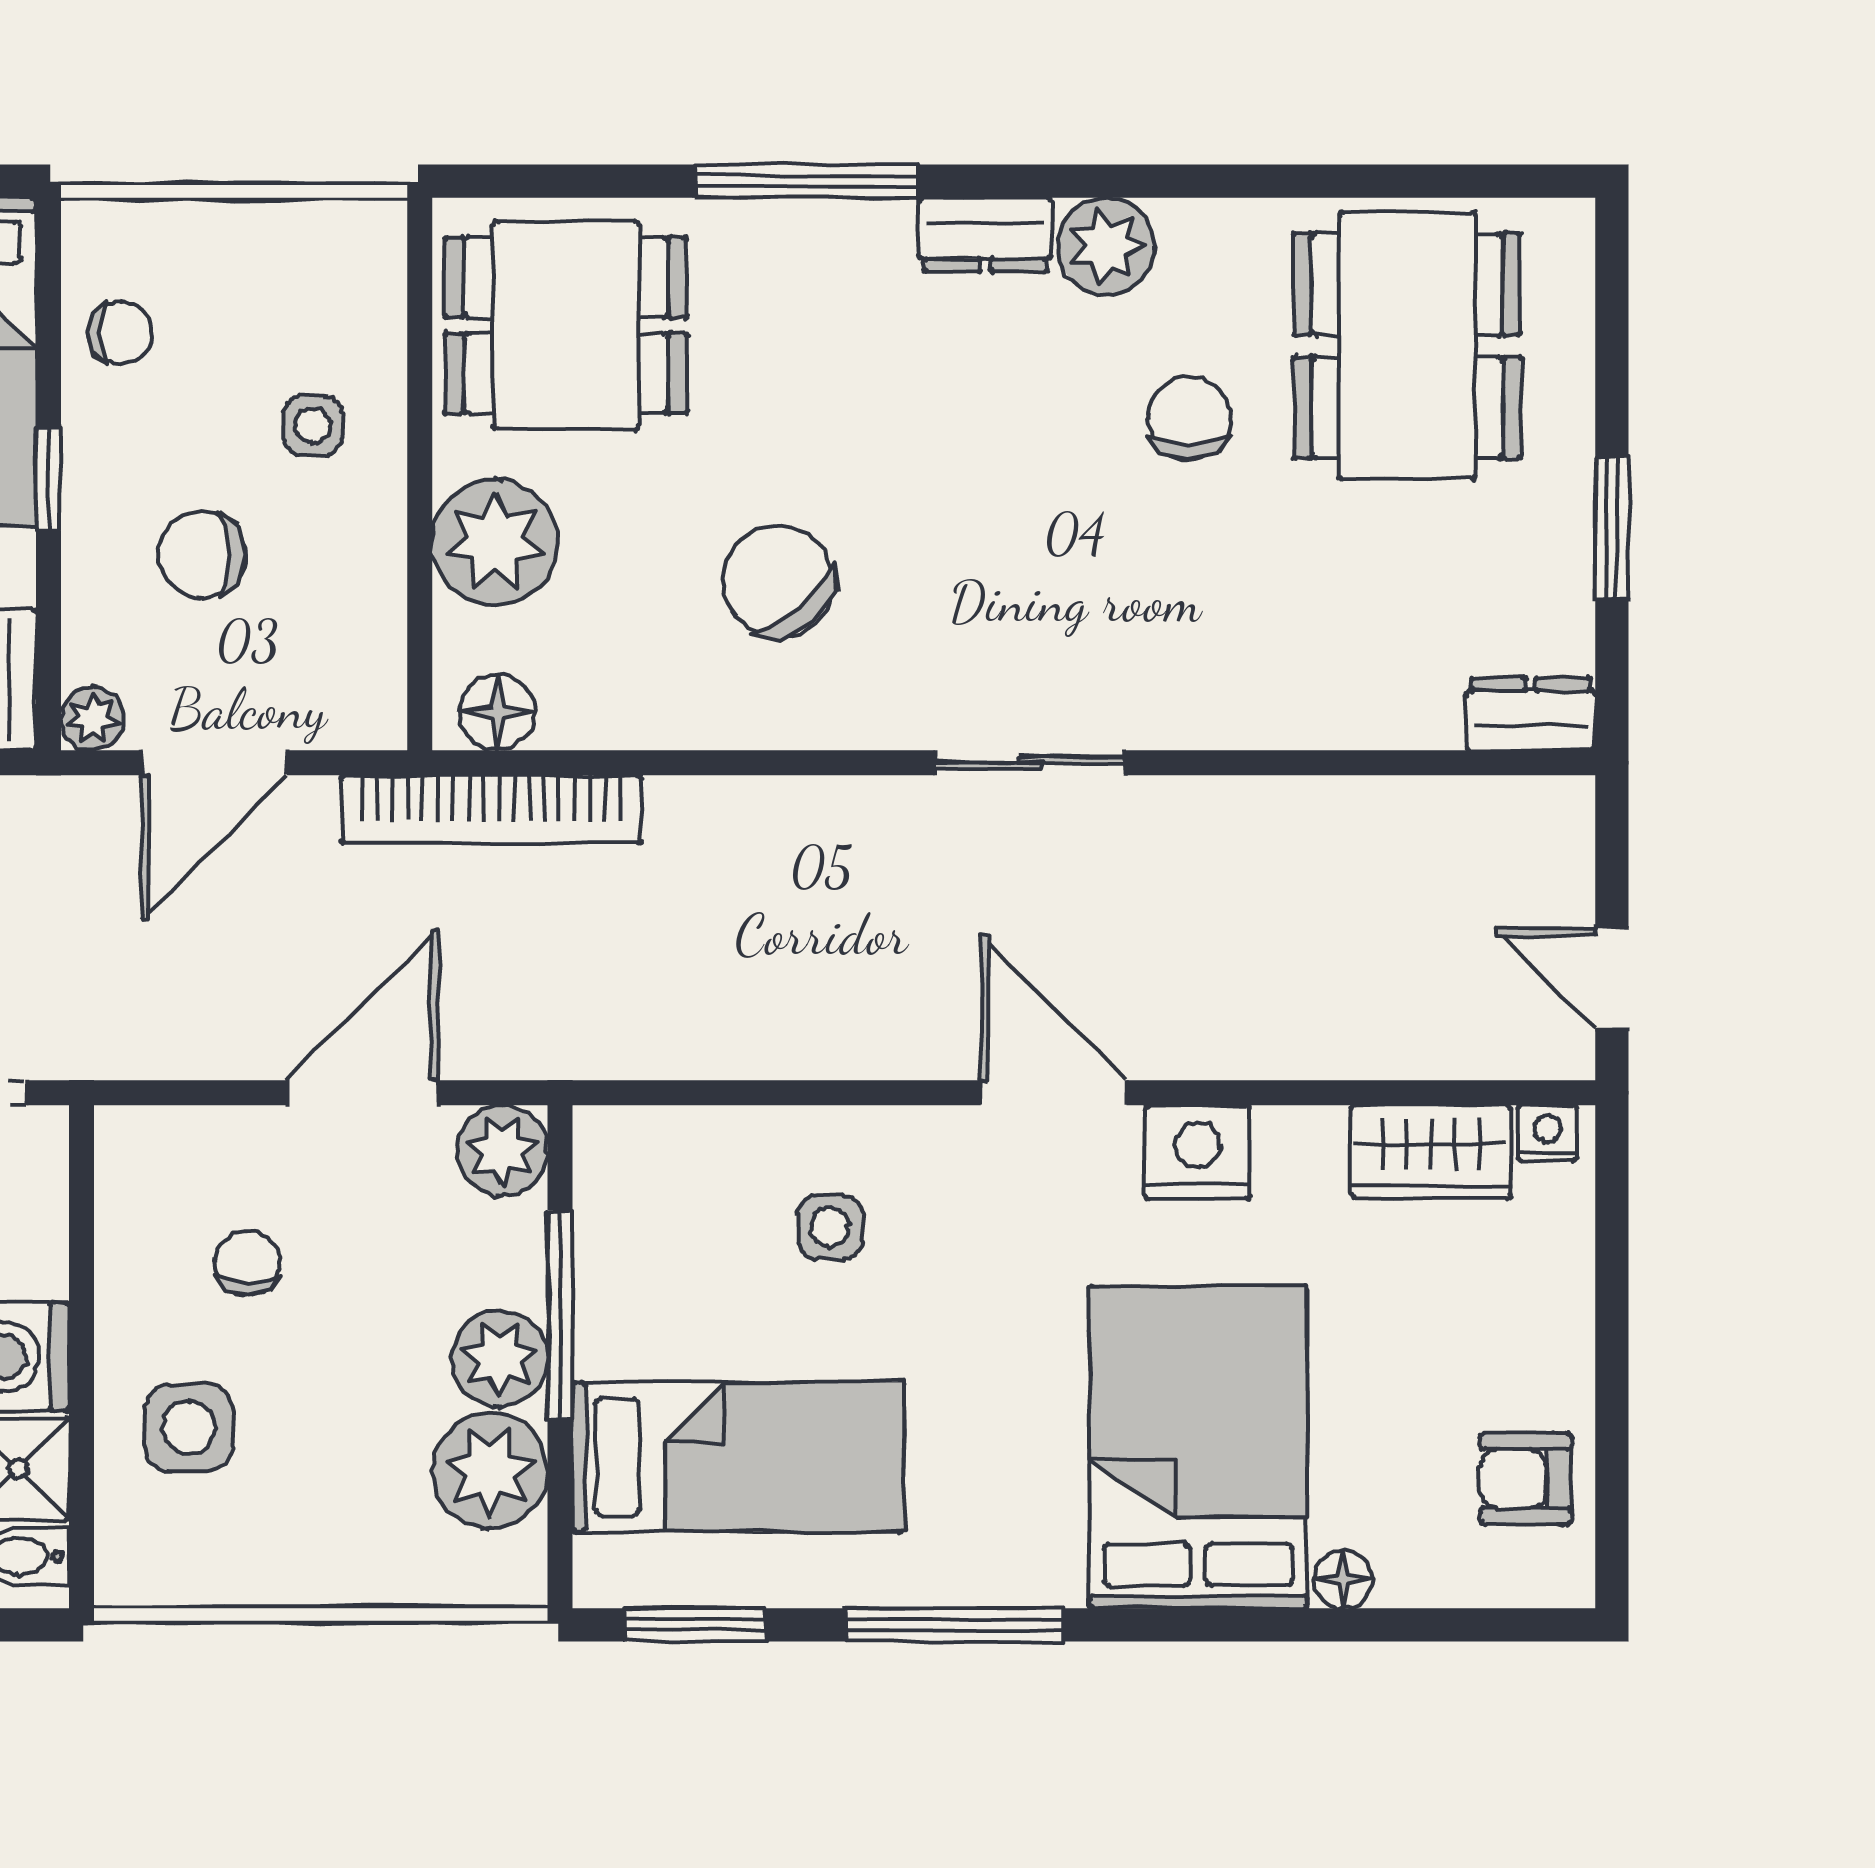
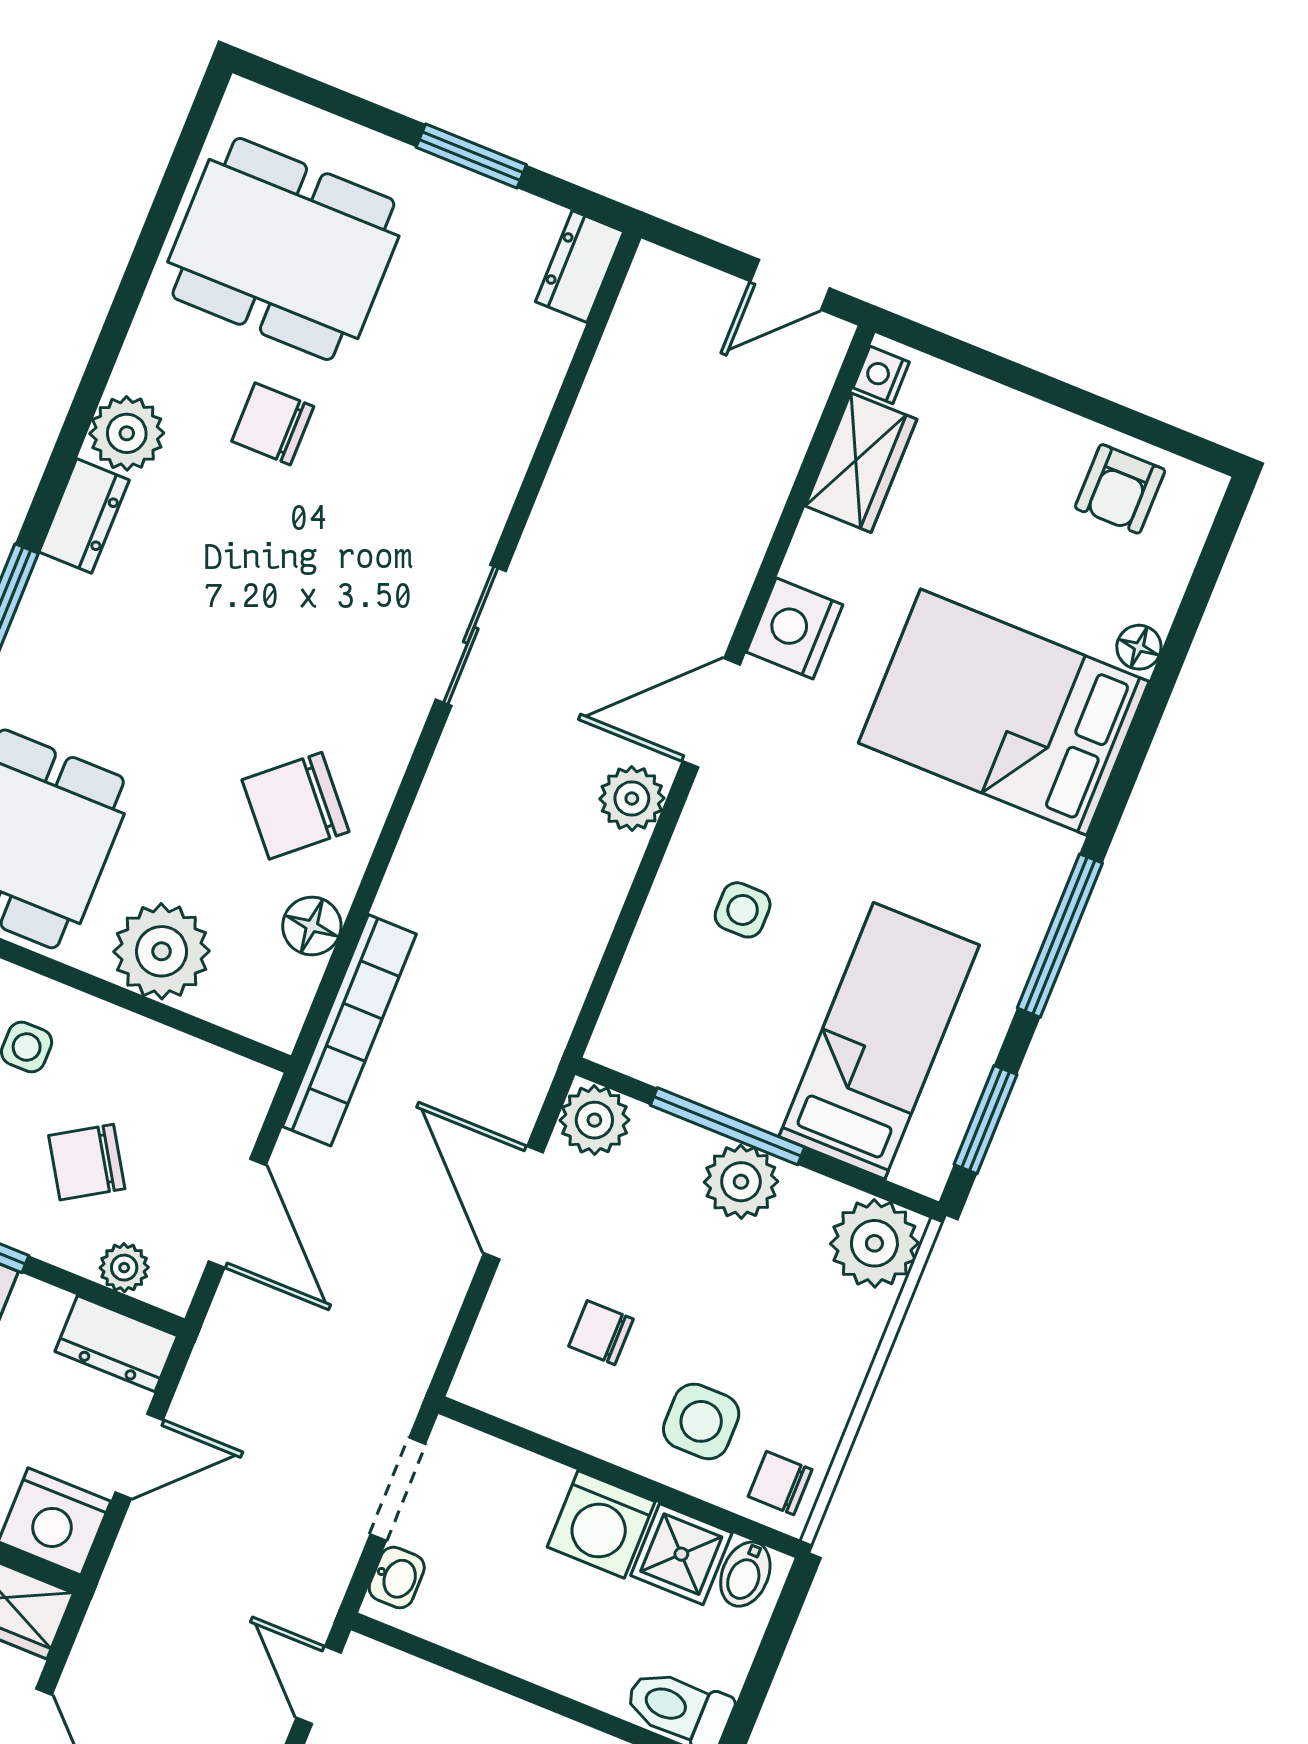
chair: (202, 555) -> (87, 1162), turned 58
chair: (778, 581) -> (296, 806), moved
floor lamp: (497, 712) -> (312, 926), moved
plant: (93, 719) -> (124, 1268), moved
plant: (911, 1038) -> (632, 799), added
plant: (490, 1471) -> (874, 1243), moved
chair: (153, 1554) -> (780, 1483), added

